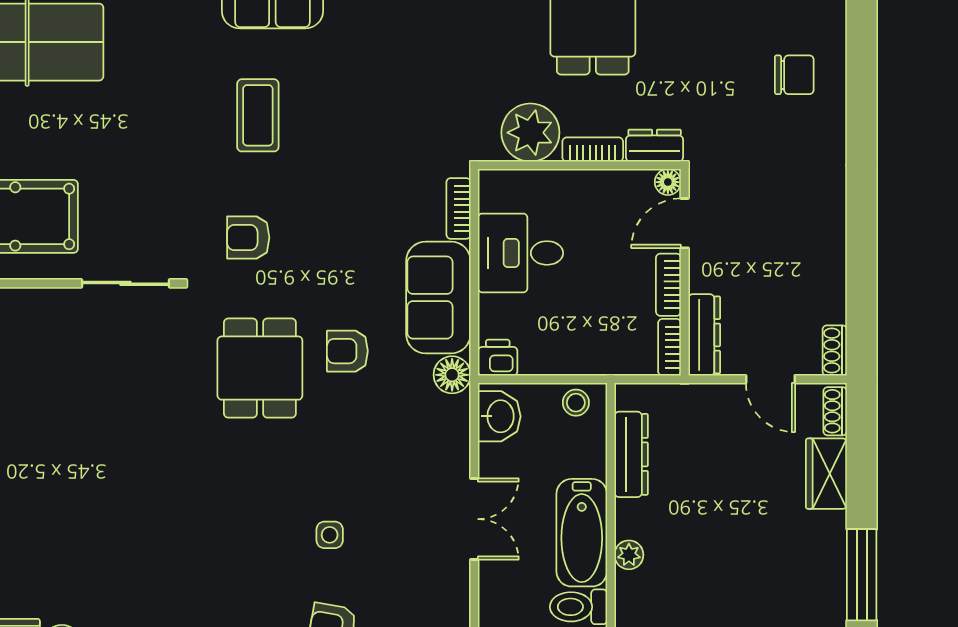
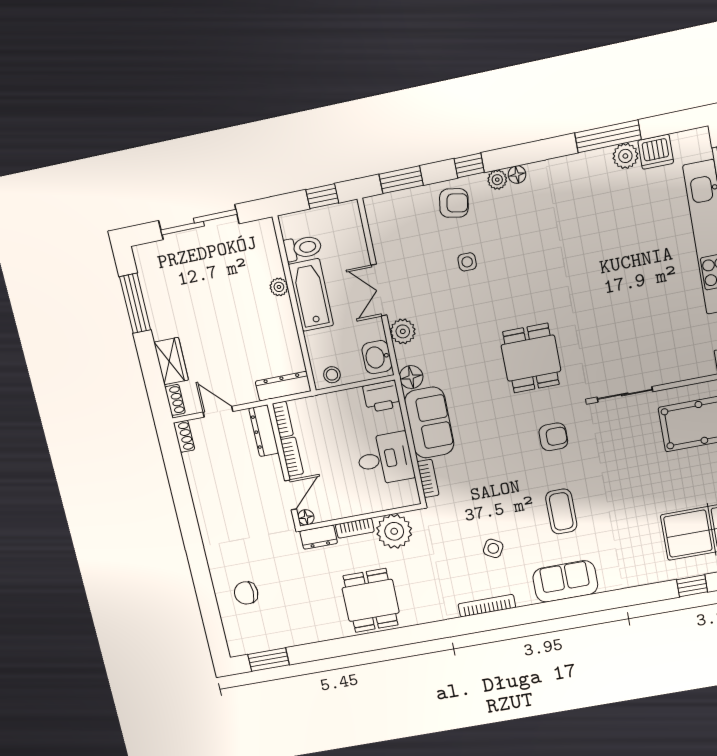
side table: (377, 75) -> (493, 548), added
armchair: (347, 351) -> (479, 379), removed
printer: (498, 358) -> (382, 396), width x1.36, depth x1.24
plant: (450, 448) -> (403, 331), added
dresser: (631, 454) -> (283, 386), moved, turned 90

